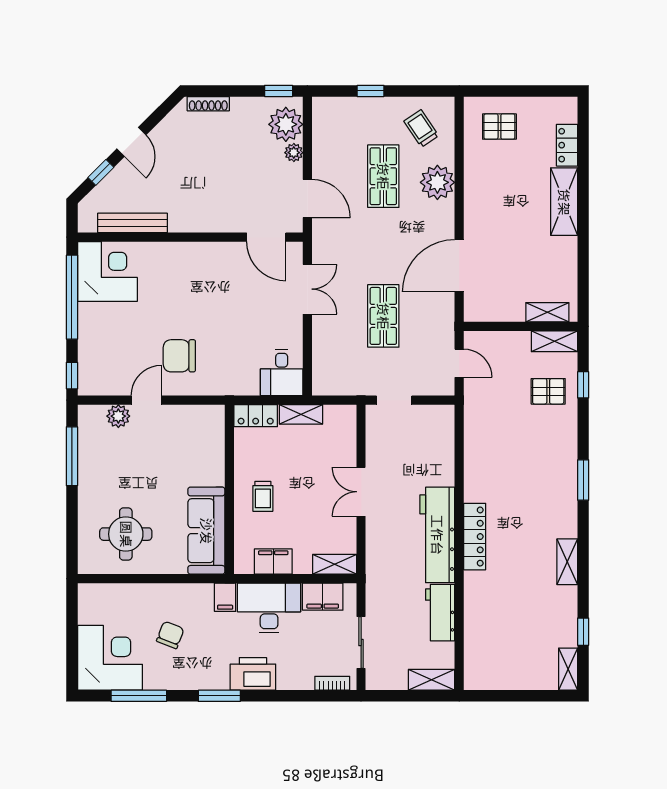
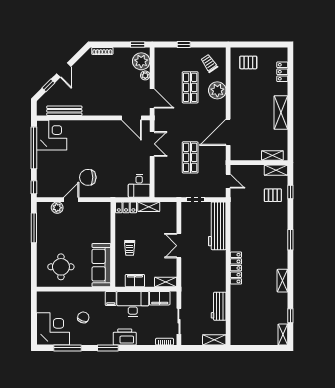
shelving: (564, 202) -> (281, 113), moved
workbench: (437, 535) -> (217, 226), moved

